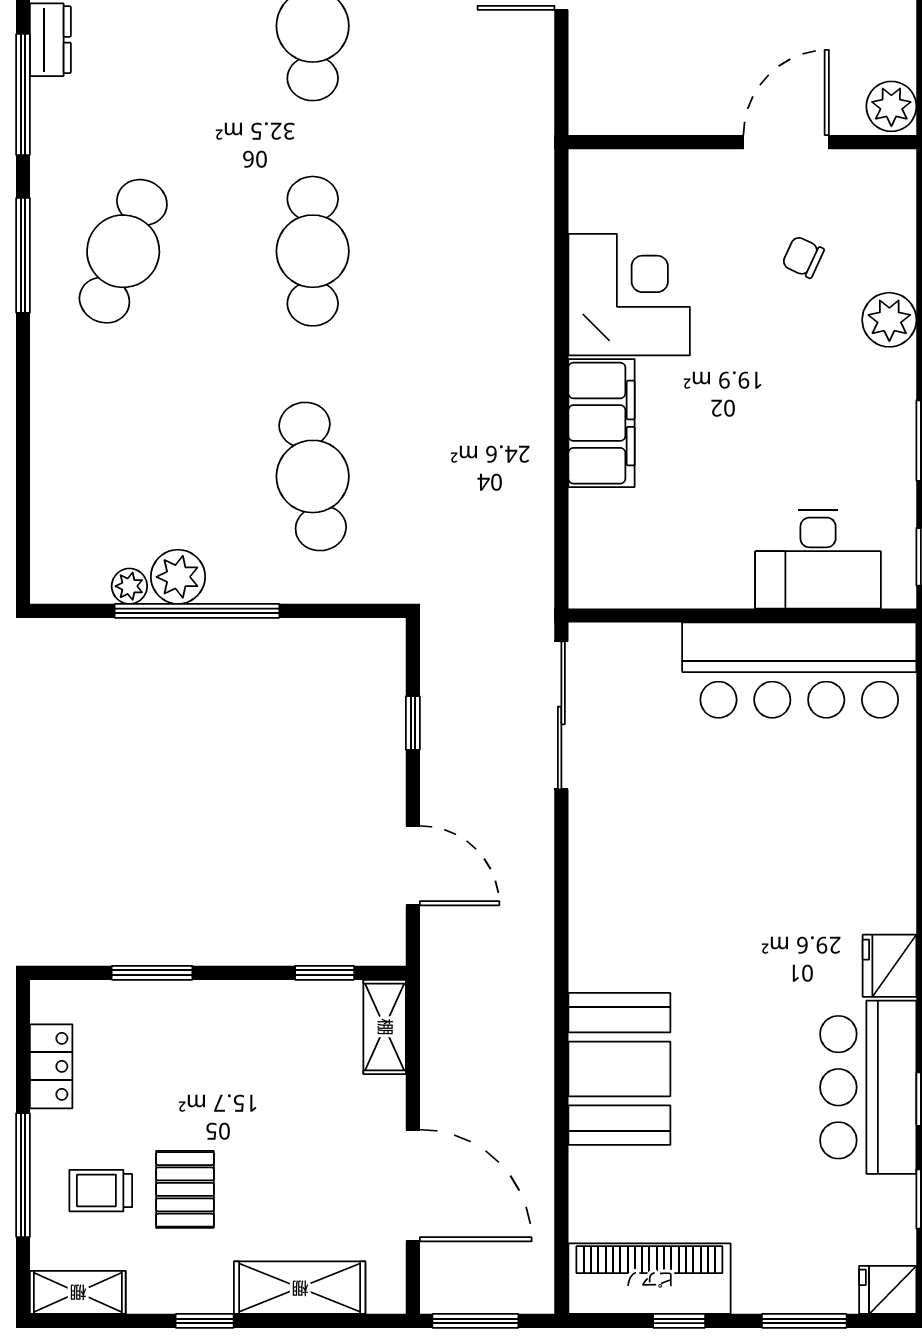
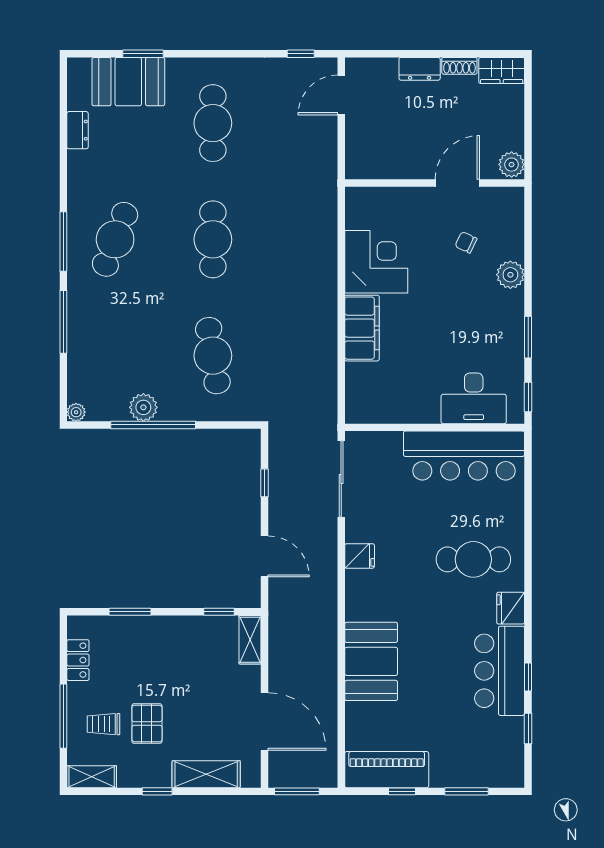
window: (23, 94) -> (63, 322), moved
plant: (129, 586) -> (76, 412), moved
cafe table: (817, 871) -> (473, 559), added
fridge: (888, 1290) -> (360, 556), moved, turned 180

